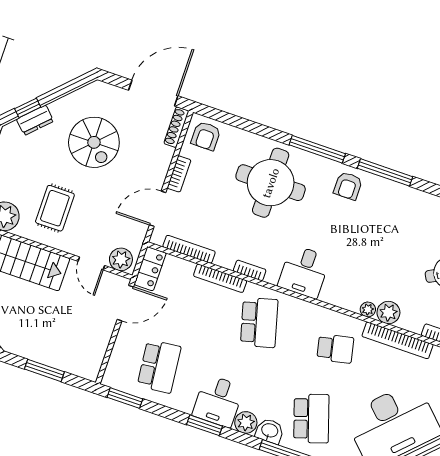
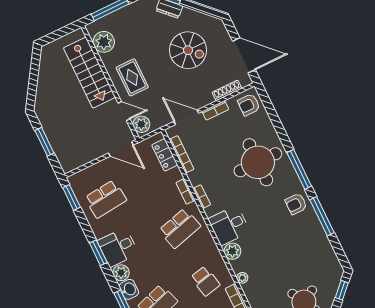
shoe rack: (176, 127) -> (227, 90), moved
spiral stairs: (94, 142) -> (188, 50), turned -90
rug: (55, 208) -> (132, 77), moved, turned 90
door: (91, 263) -> (124, 111), swing flipped
locker: (150, 269) -> (165, 155), moved, turned 90
bookcase: (220, 278) -> (185, 191), width x0.64
plant: (388, 313) -> (232, 251), moved

